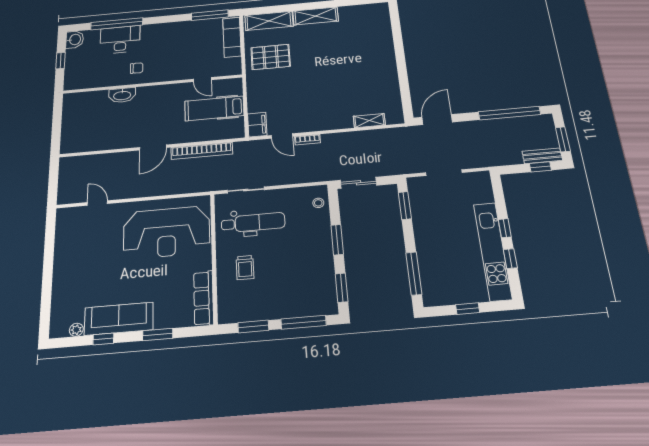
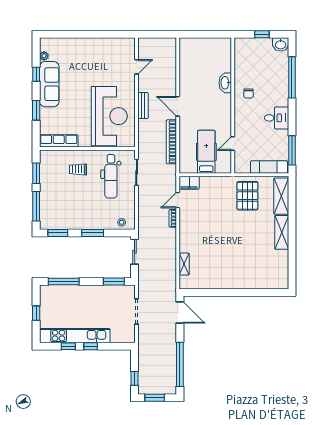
desk: (120, 40) -> (277, 118), moved, width x0.73
bench: (542, 156) -> (143, 105), moved
reception desk: (167, 232) -> (109, 116), turned 180

